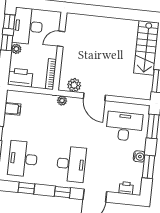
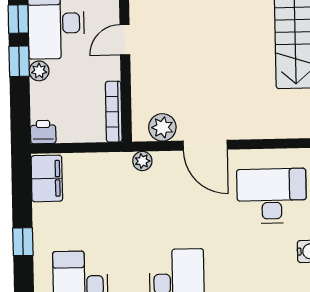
printer: (20, 78) -> (43, 132), width x0.53, depth x0.68
filing cabinet: (13, 109) -> (47, 178), width x2.00

